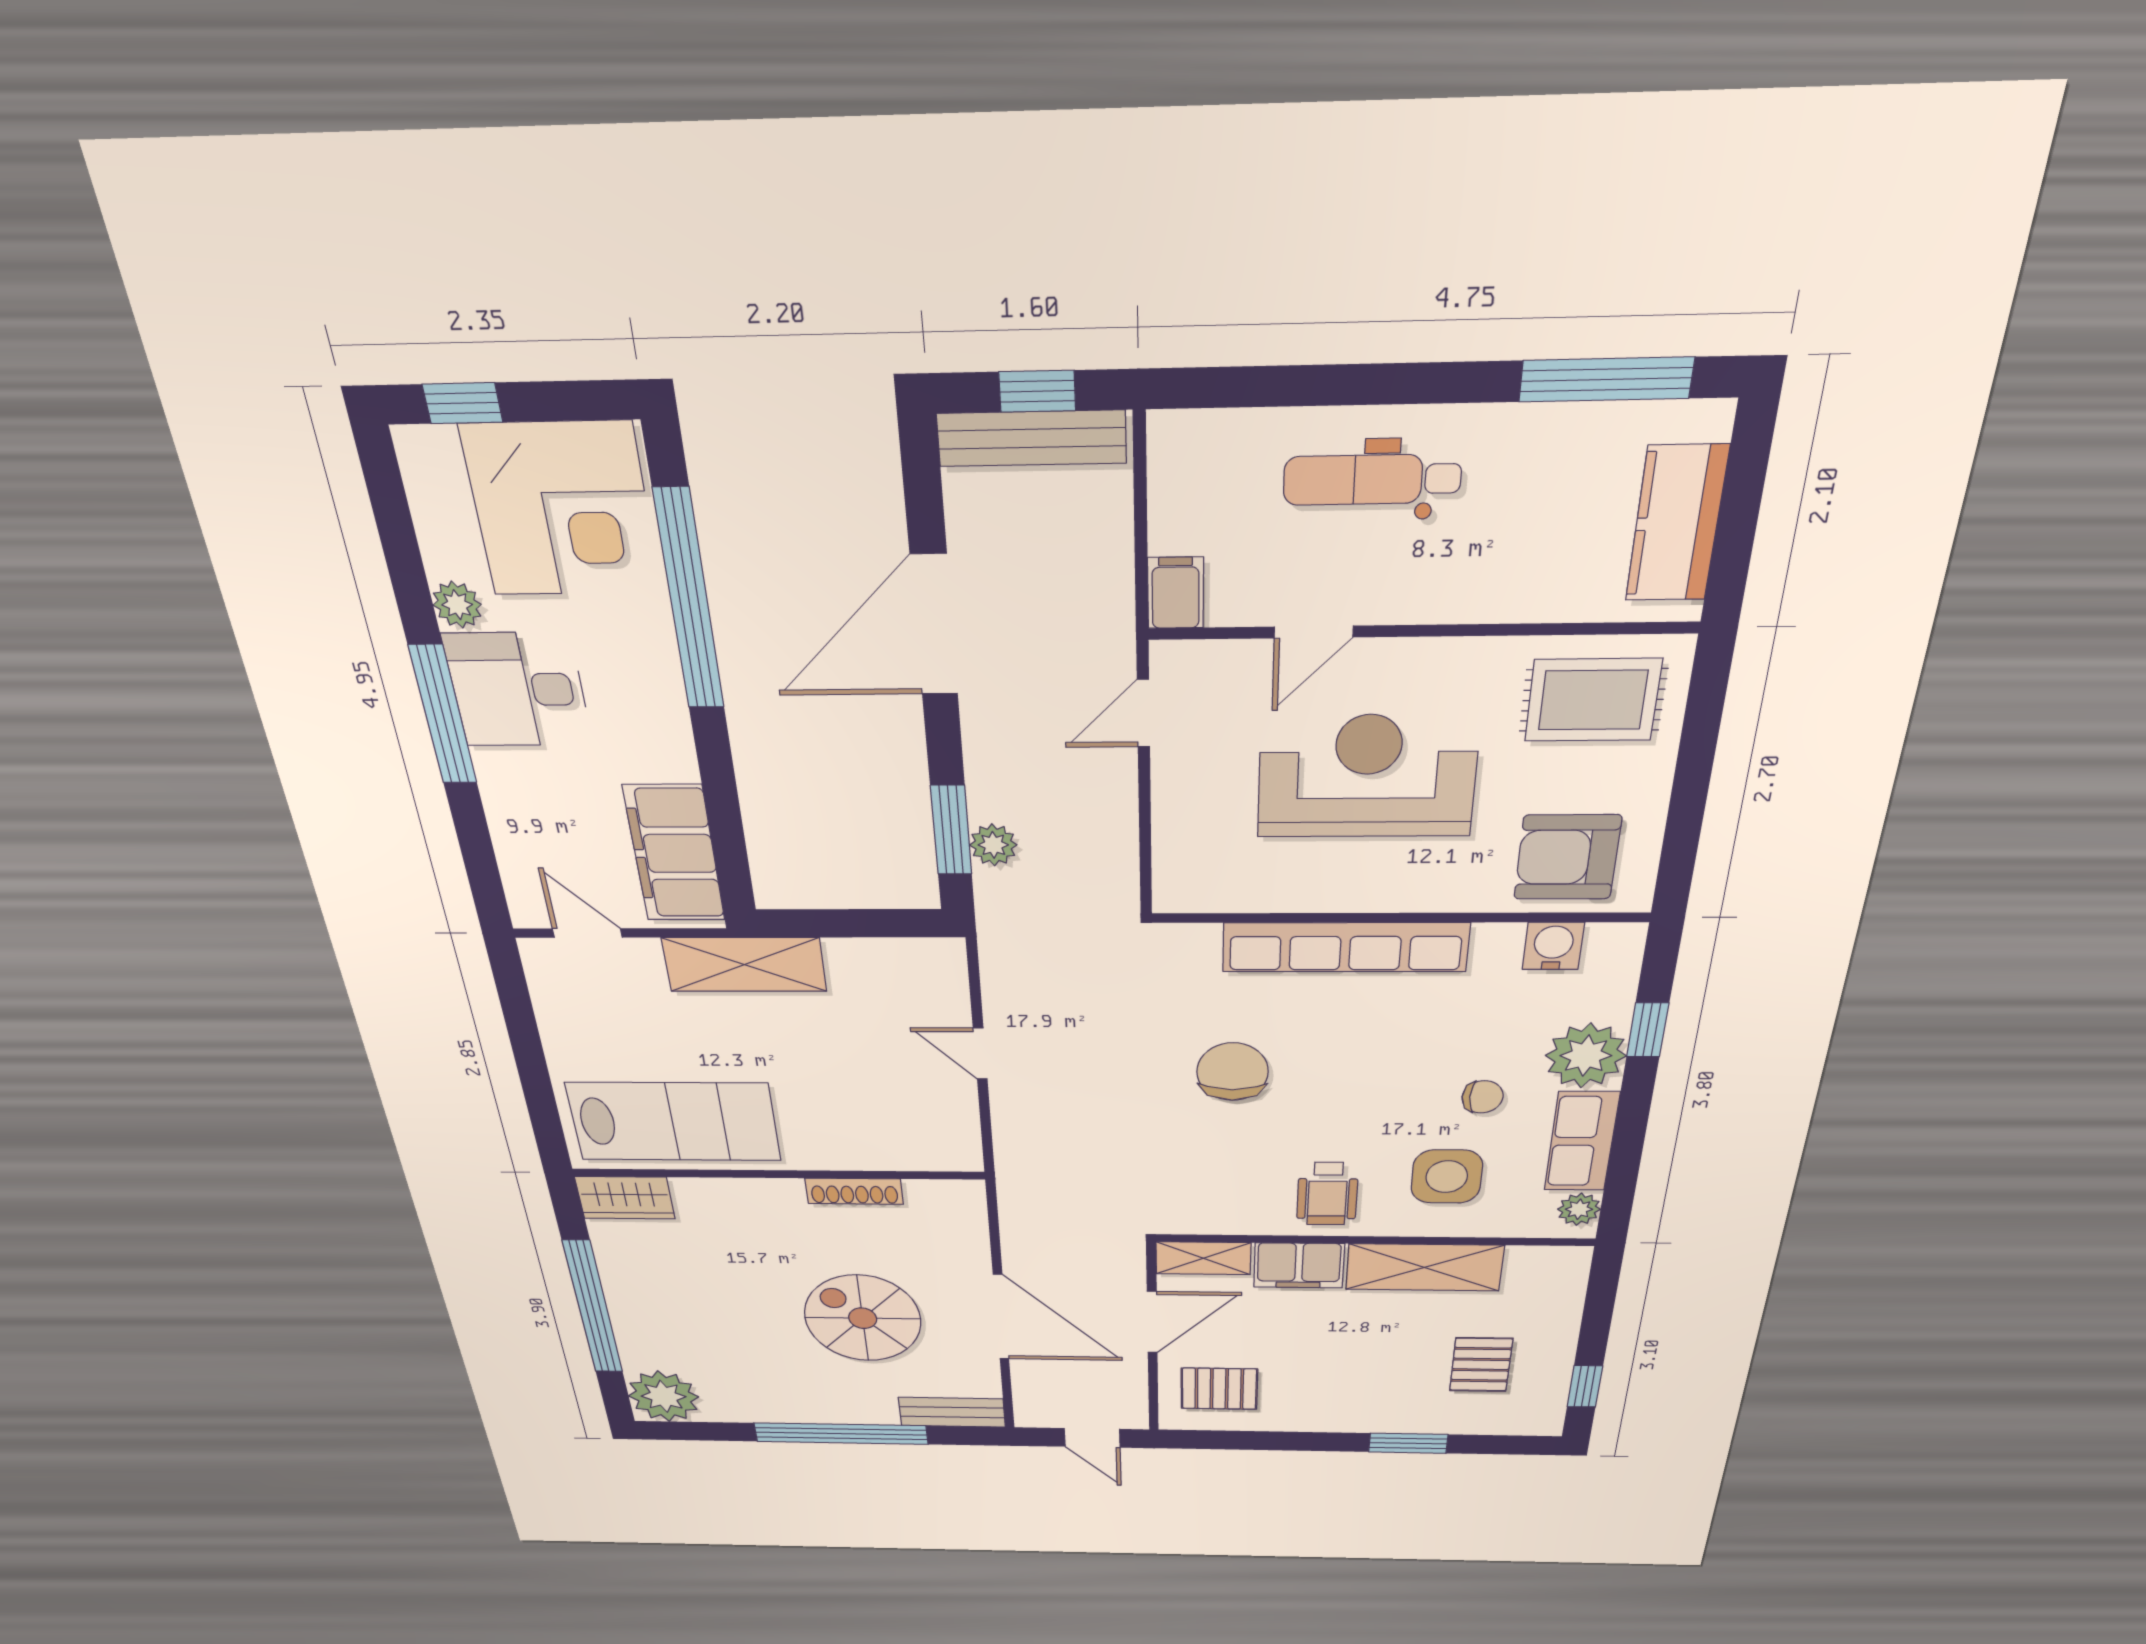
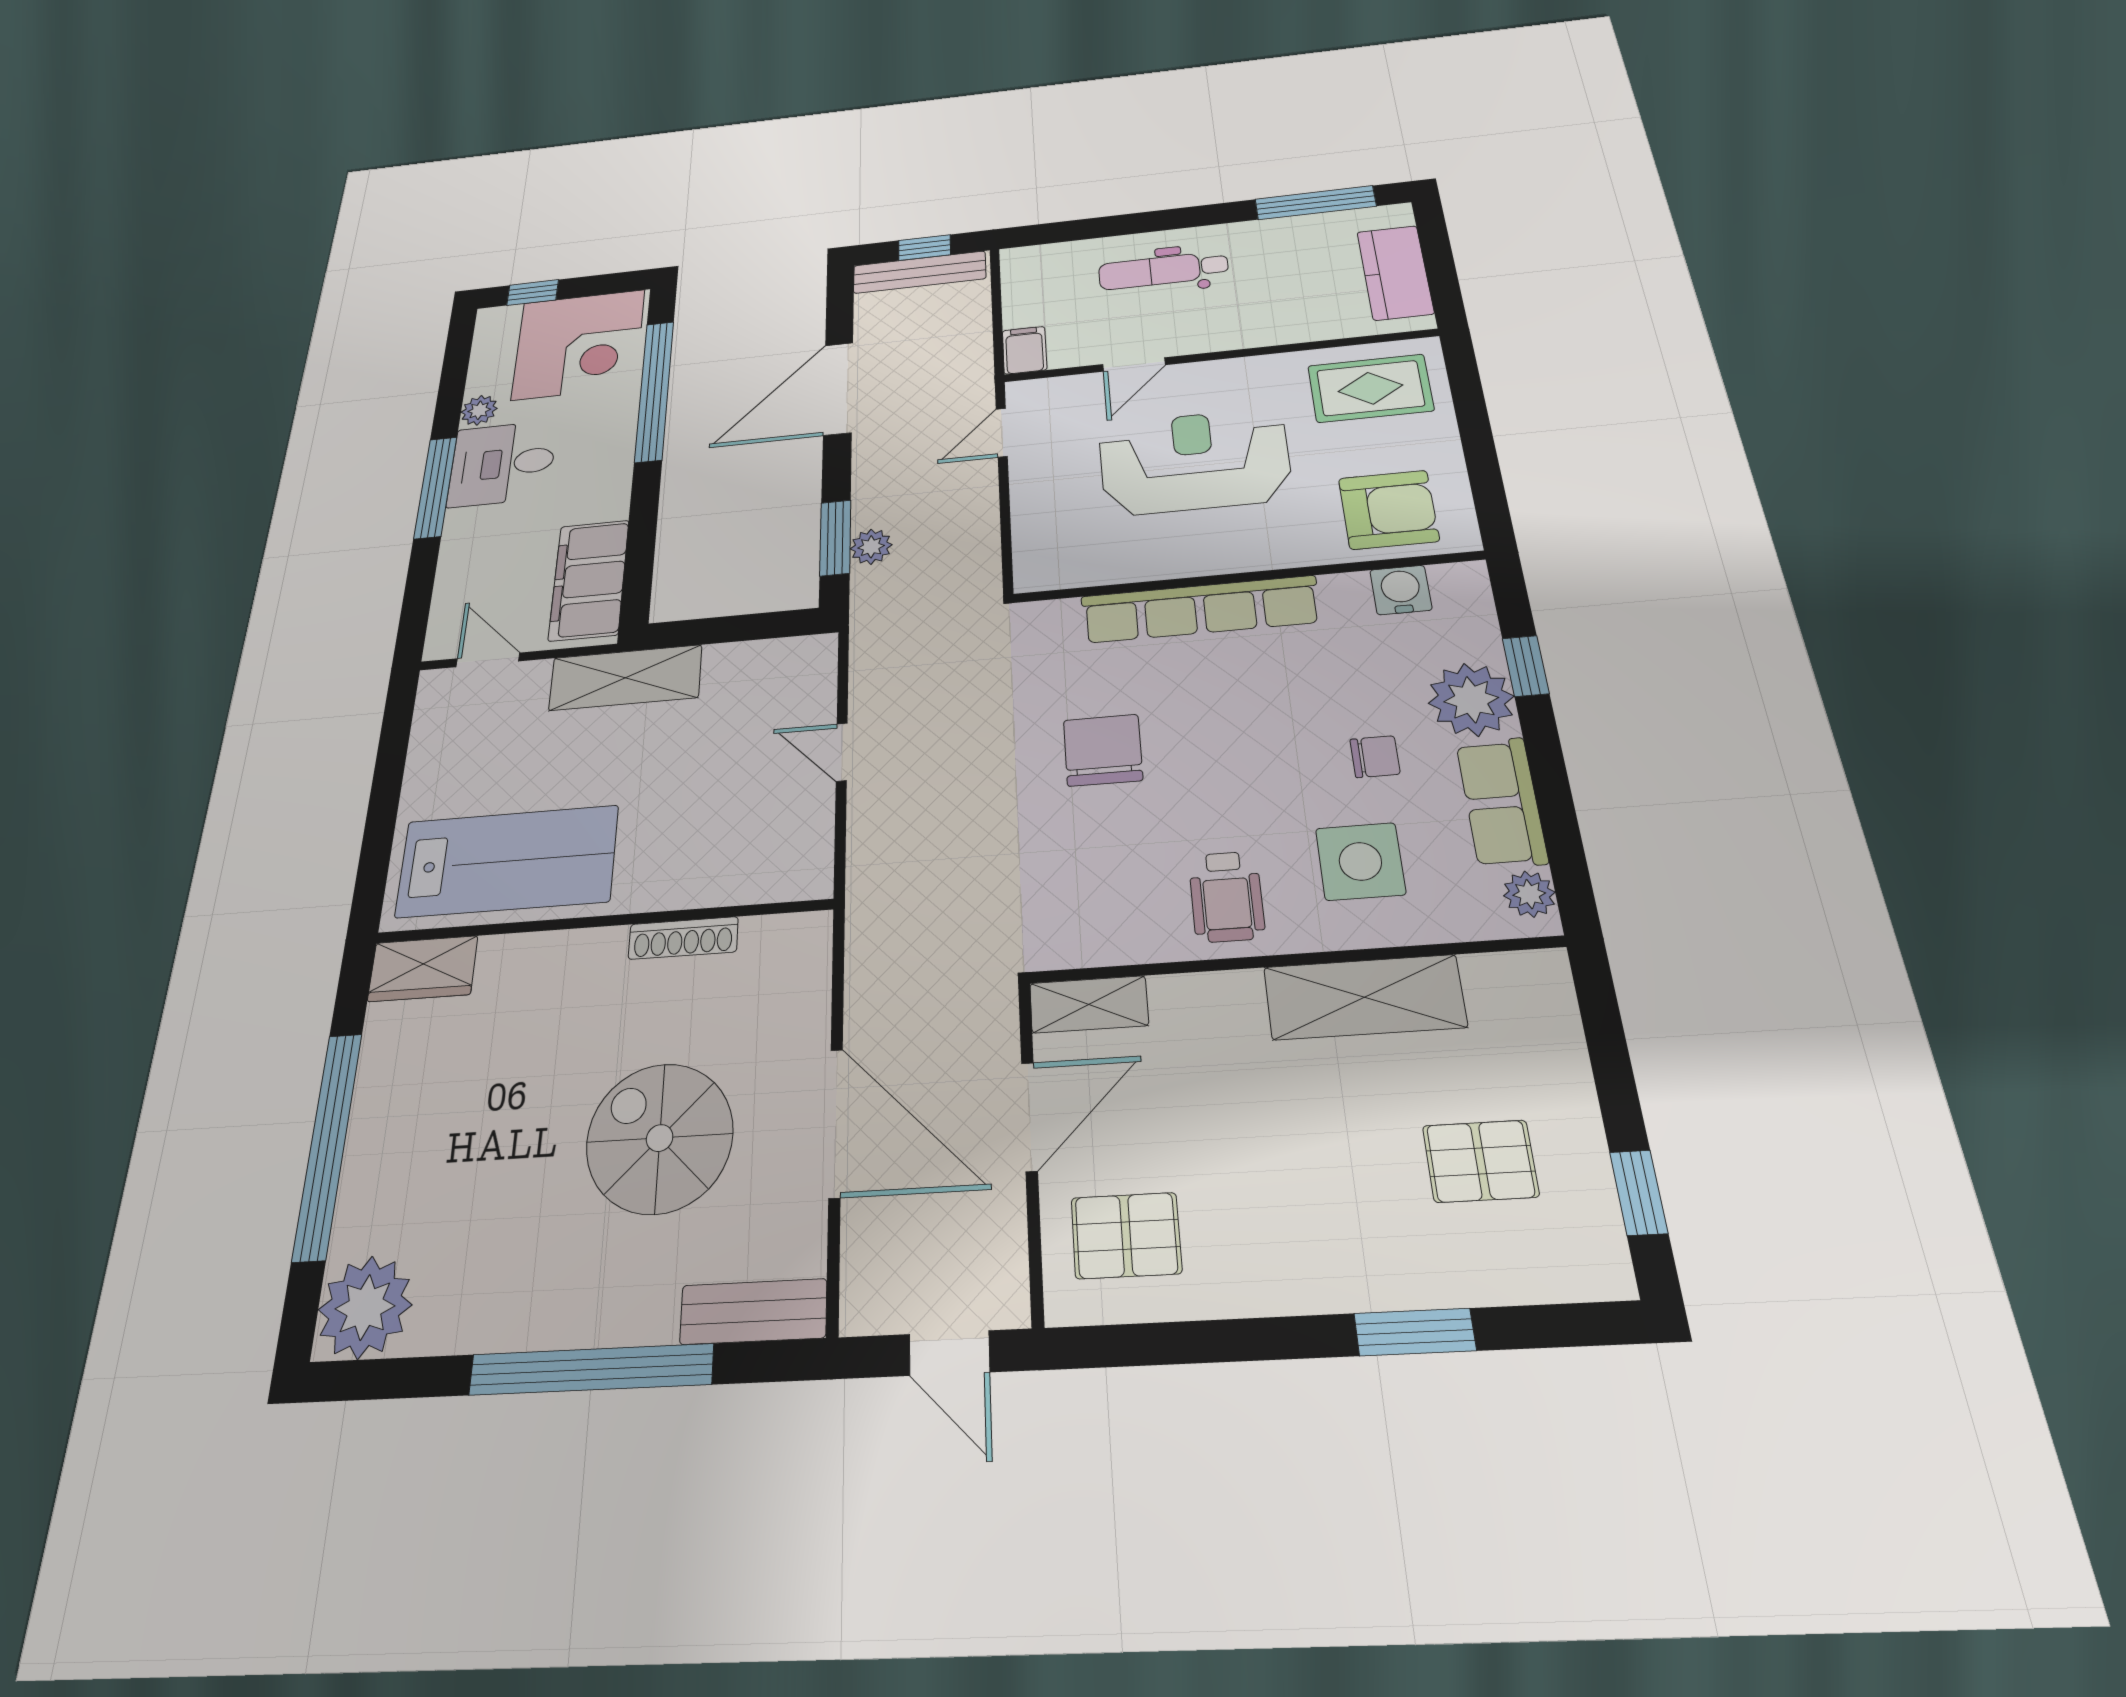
armchair: (1567, 857) -> (1389, 510), turned 180
filing cabinet: (1299, 1265) -> (1208, 1006), removed
pallet: (1481, 1365) -> (1480, 1161), turned 90

